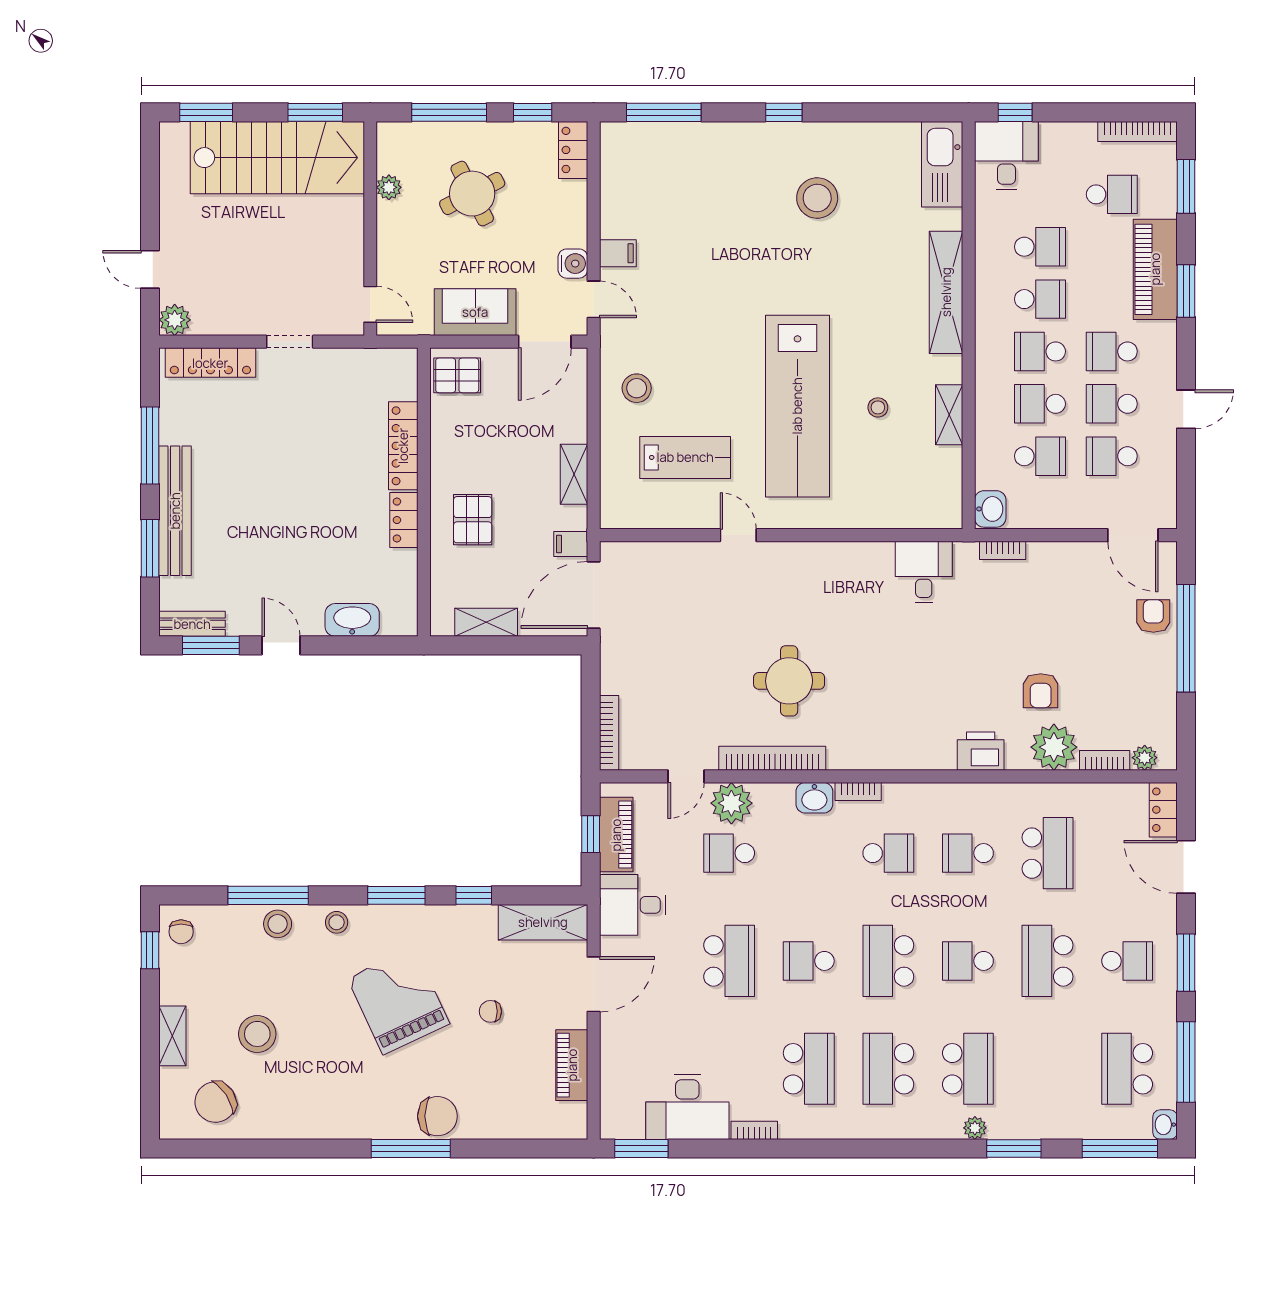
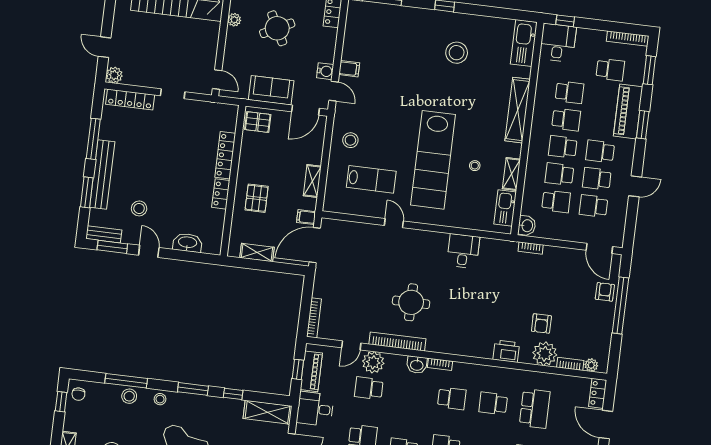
kitchen sink: (945, 480) -> (505, 208), added
stool: (253, 567) -> (139, 208), added
desk: (924, 572) -> (463, 251), moved

